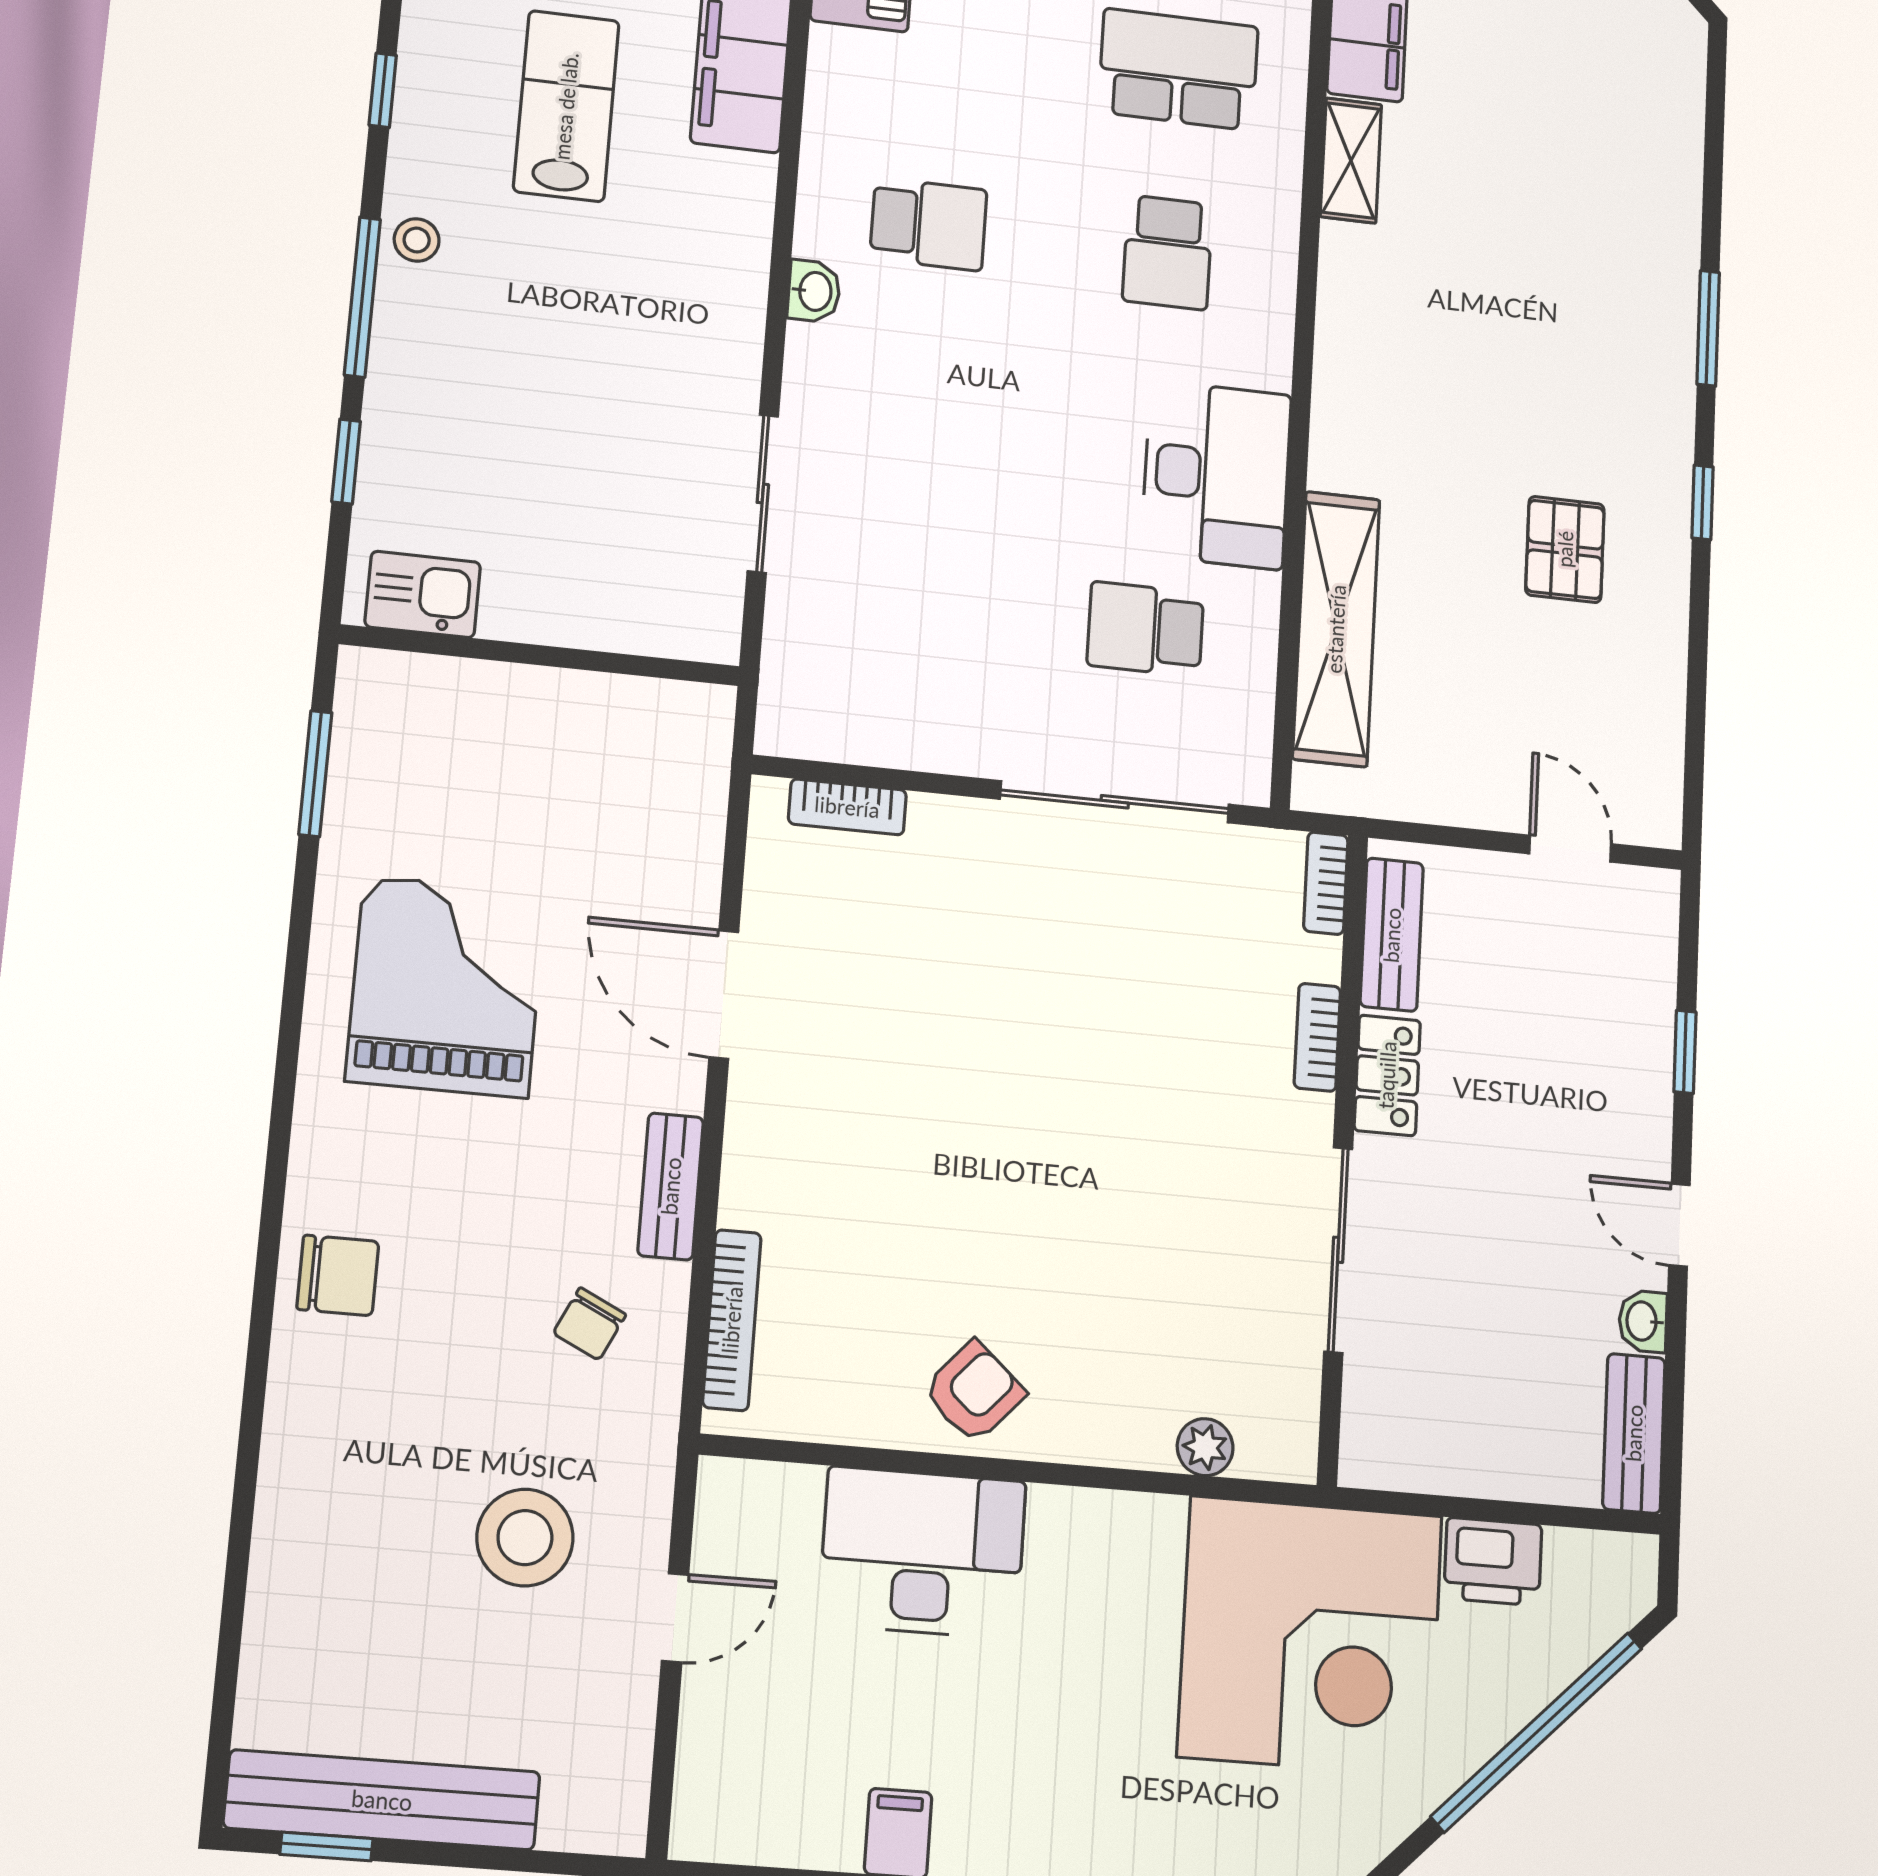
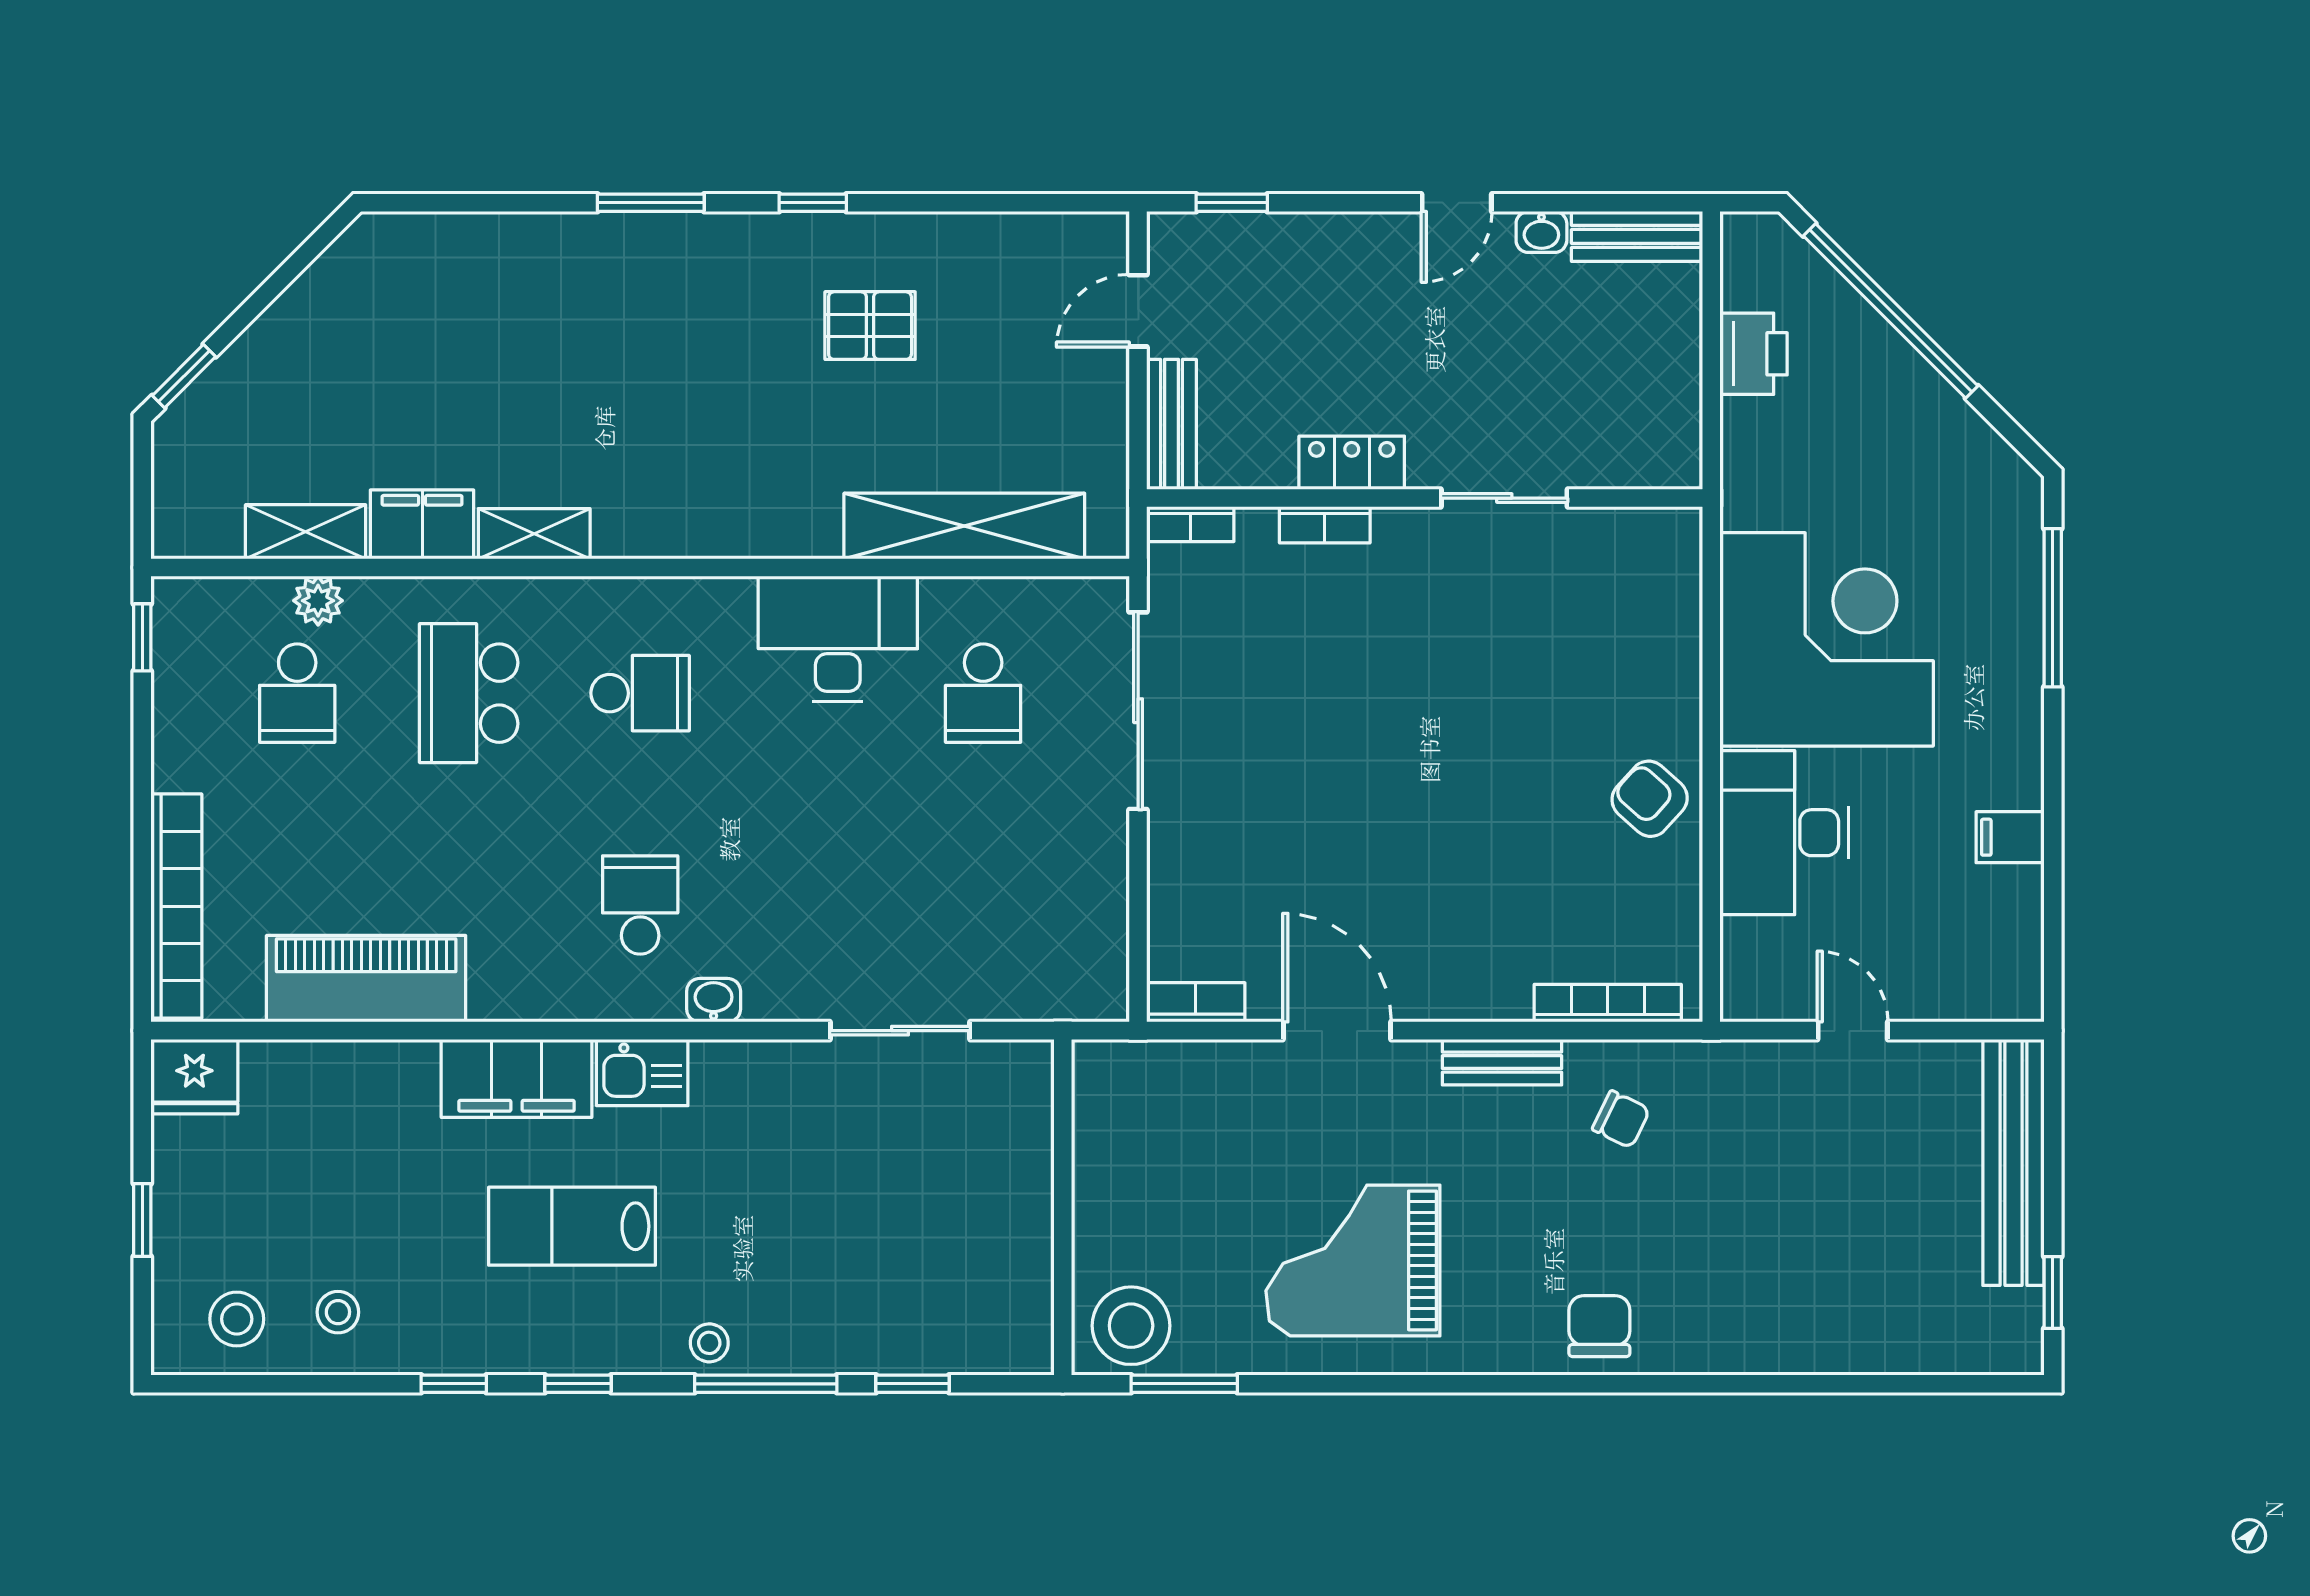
kitchen sink: (423, 594) -> (642, 1073), moved, turned -90
bookcase: (847, 807) -> (1196, 1002), moved, turned -90
bench: (1392, 935) -> (1172, 424), moved, turned 90
door: (724, 994) -> (1337, 1031), swing flipped
window: (1685, 1052) -> (1232, 203), moved
sliding door: (1338, 1250) -> (1504, 498), width x0.73
plant: (1205, 1447) -> (1679, 603), removed
stool: (525, 1538) -> (1131, 1326), moved
corner desk: (1310, 1636) -> (1827, 639), moved
bench: (382, 1800) -> (2013, 1162), moved

